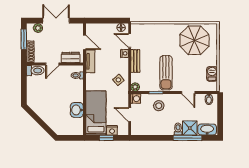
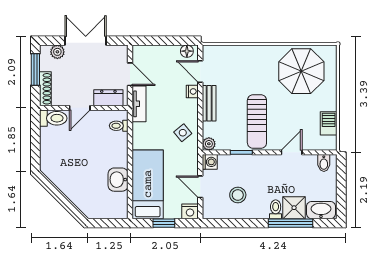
door: (188, 93) -> (292, 152), swing flipped
stool: (159, 106) -> (238, 195), moved
nightstand: (112, 130) -> (190, 211), moved

